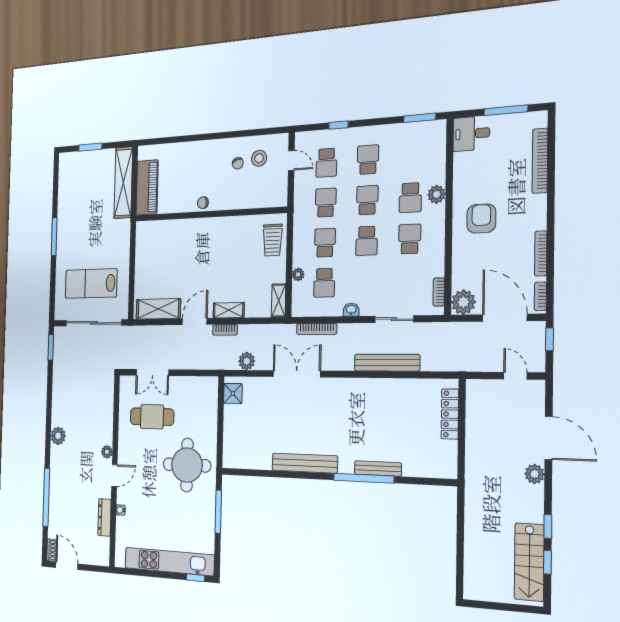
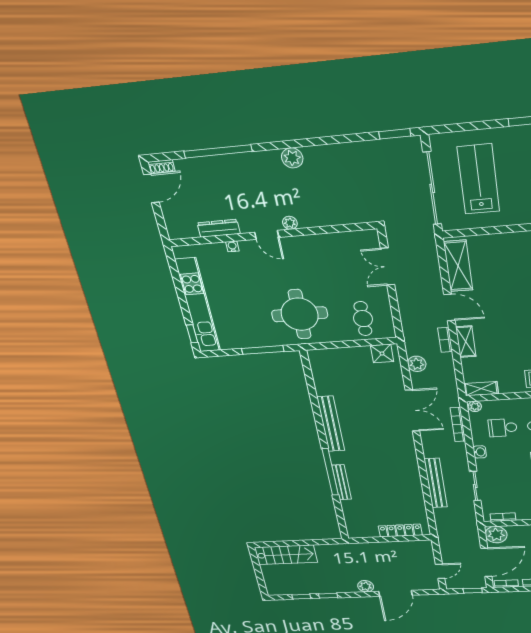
plant: (298, 274) -> (475, 406), moved
cafe table: (152, 417) -> (363, 319), moved, width x0.73, depth x0.74
stairs: (529, 562) -> (286, 555), moved, turned 180

